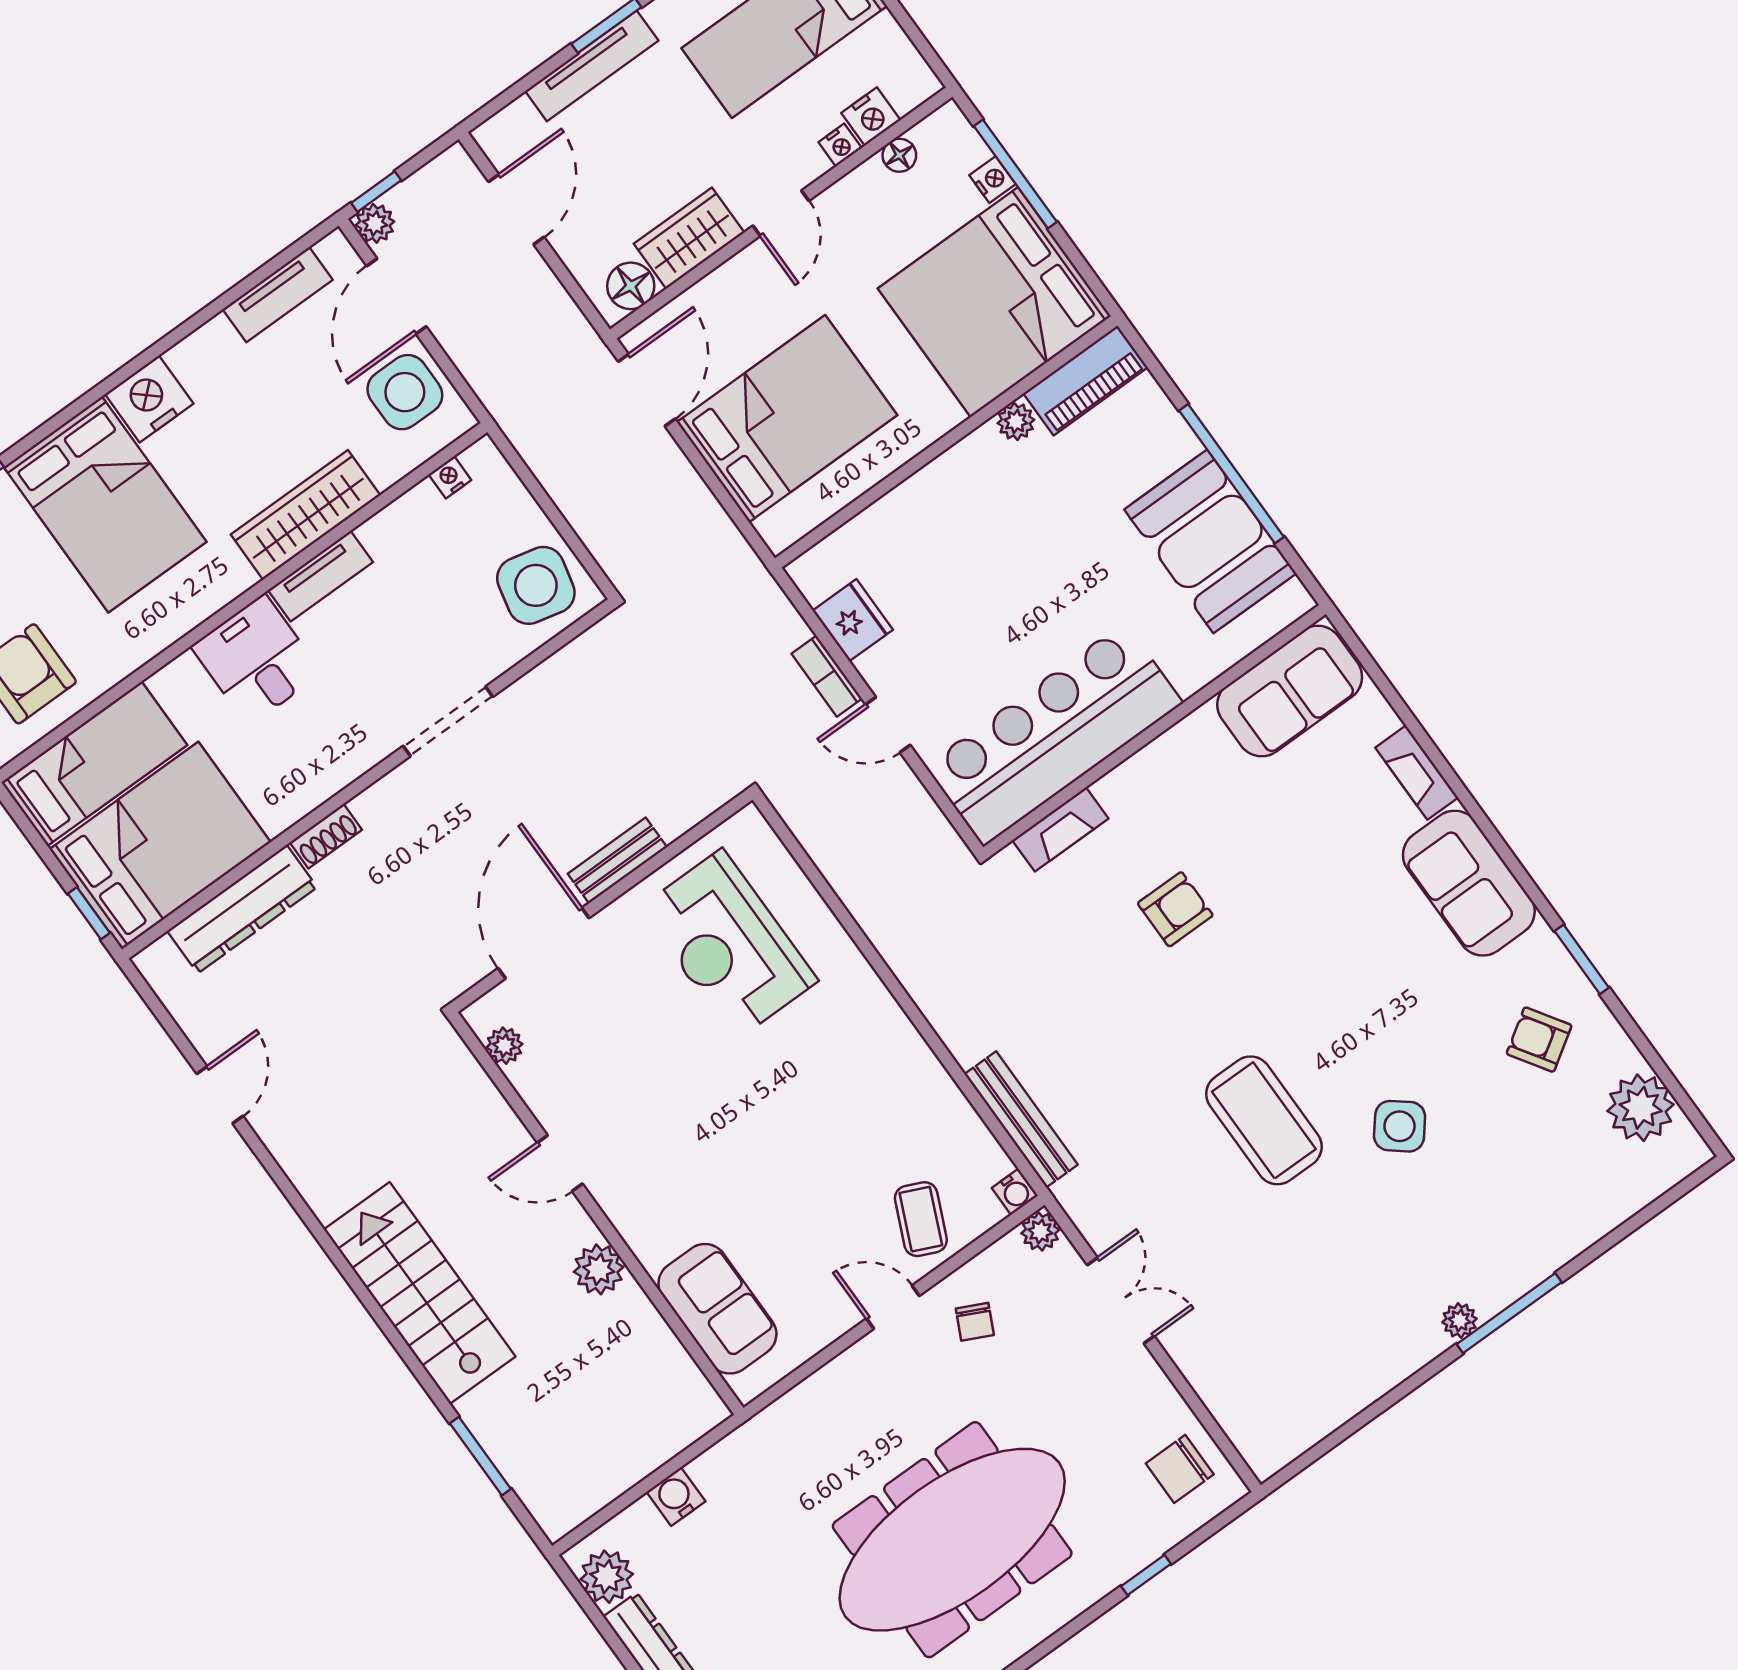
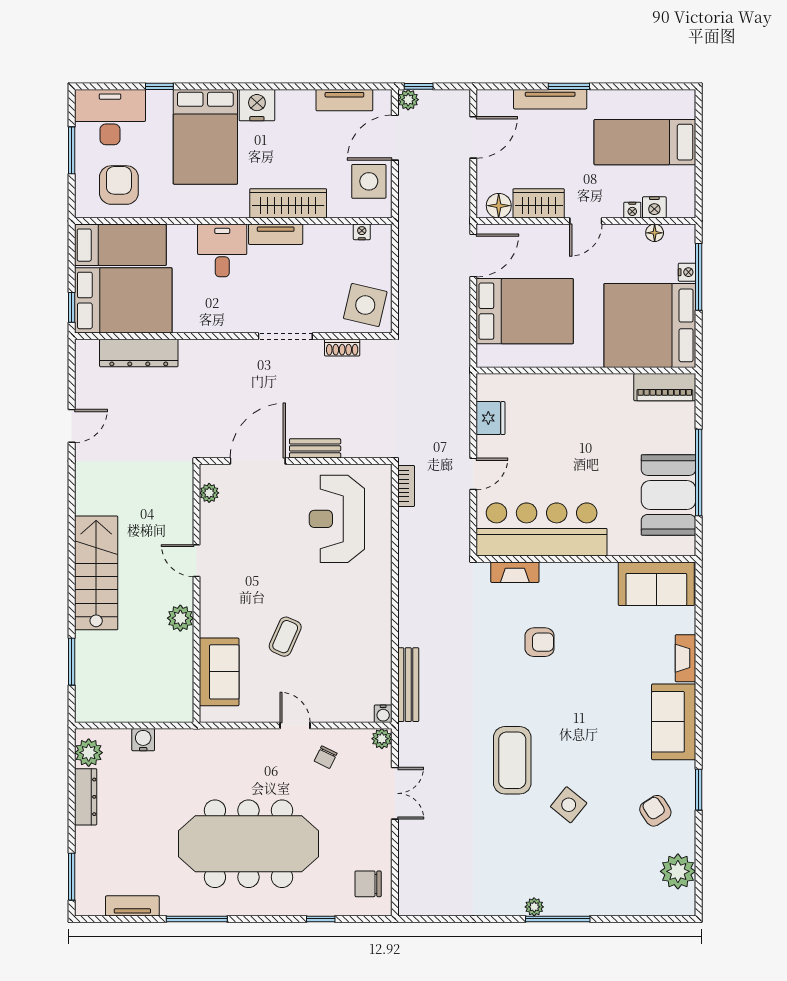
plant: (1016, 421) -> (622, 383), removed
bookcase: (827, 676) -> (406, 486), moved, turned 180
door: (888, 725) -> (473, 474), swing flipped
shoe rack: (326, 836) -> (342, 348), moved
coffee table: (921, 1219) -> (285, 637), moved

